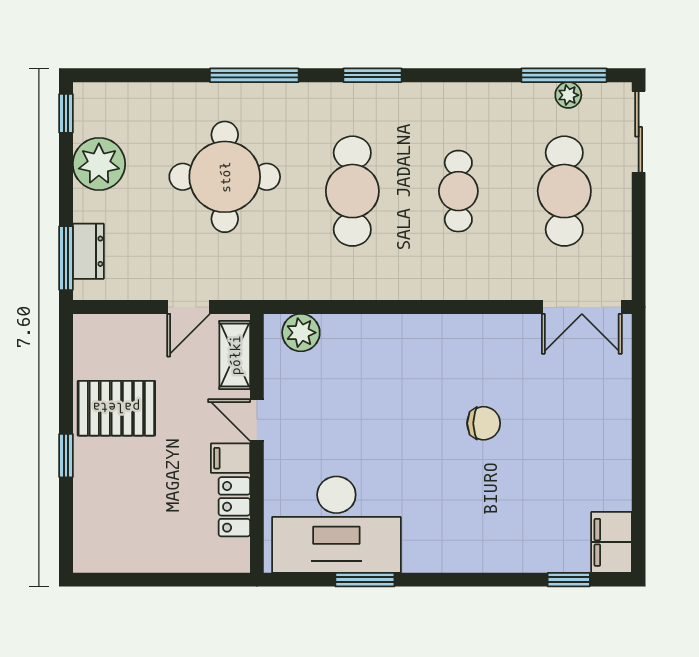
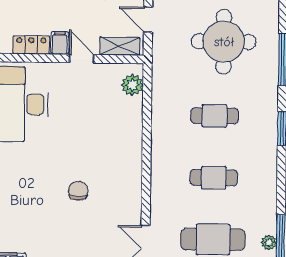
cafe table: (352, 191) -> (214, 116), width x0.73, depth x0.74
door: (257, 420) -> (82, 59), hinge flipped
chair: (484, 423) -> (78, 191), turned 180

